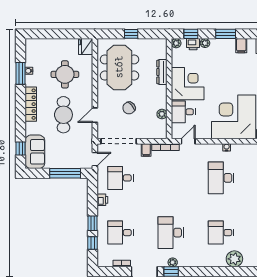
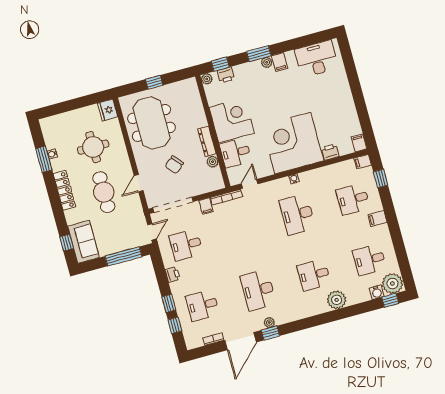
plant: (205, 43) -> (267, 62), moved
dresser: (162, 72) -> (207, 141), moved

